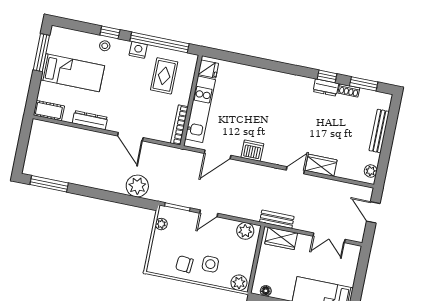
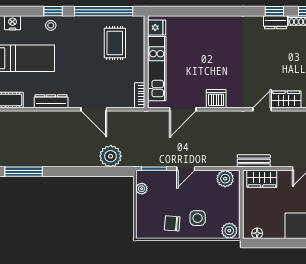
nightstand: (138, 50) -> (13, 23), moved
bookcase: (179, 125) -> (140, 95), width x0.64

